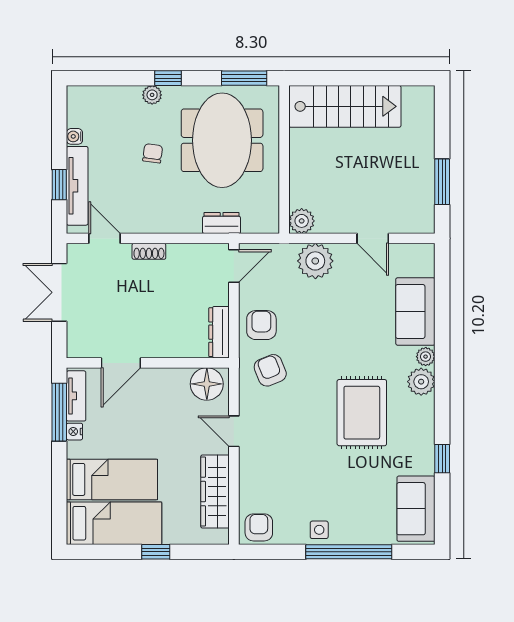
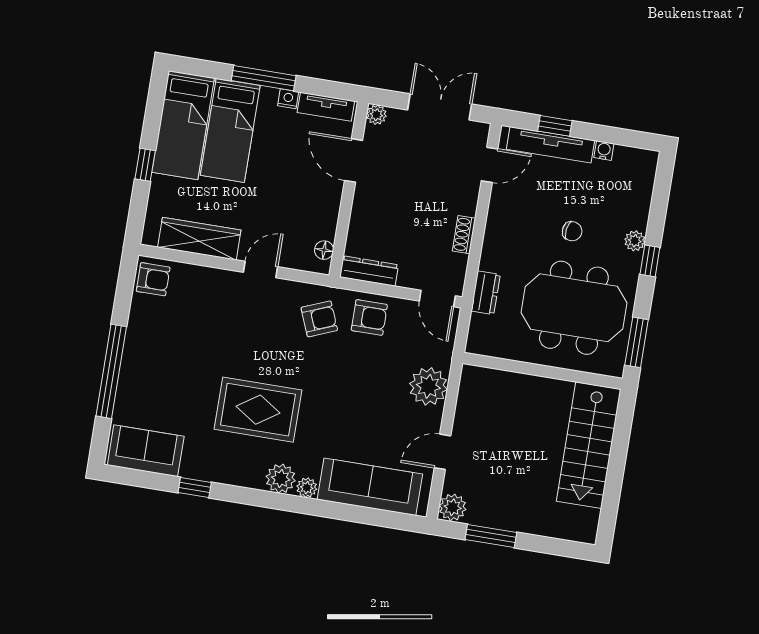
plant: (302, 221) -> (453, 507), moved
shoe rack: (149, 251) -> (464, 235), moved
sofa: (415, 311) -> (370, 487), width x1.36
plant: (76, 349) -> (376, 115), added
floor lamp: (207, 384) -> (324, 250), width x0.53, depth x0.53
window: (59, 412) -> (264, 78), moved
side table: (319, 530) -> (140, 343), removed

